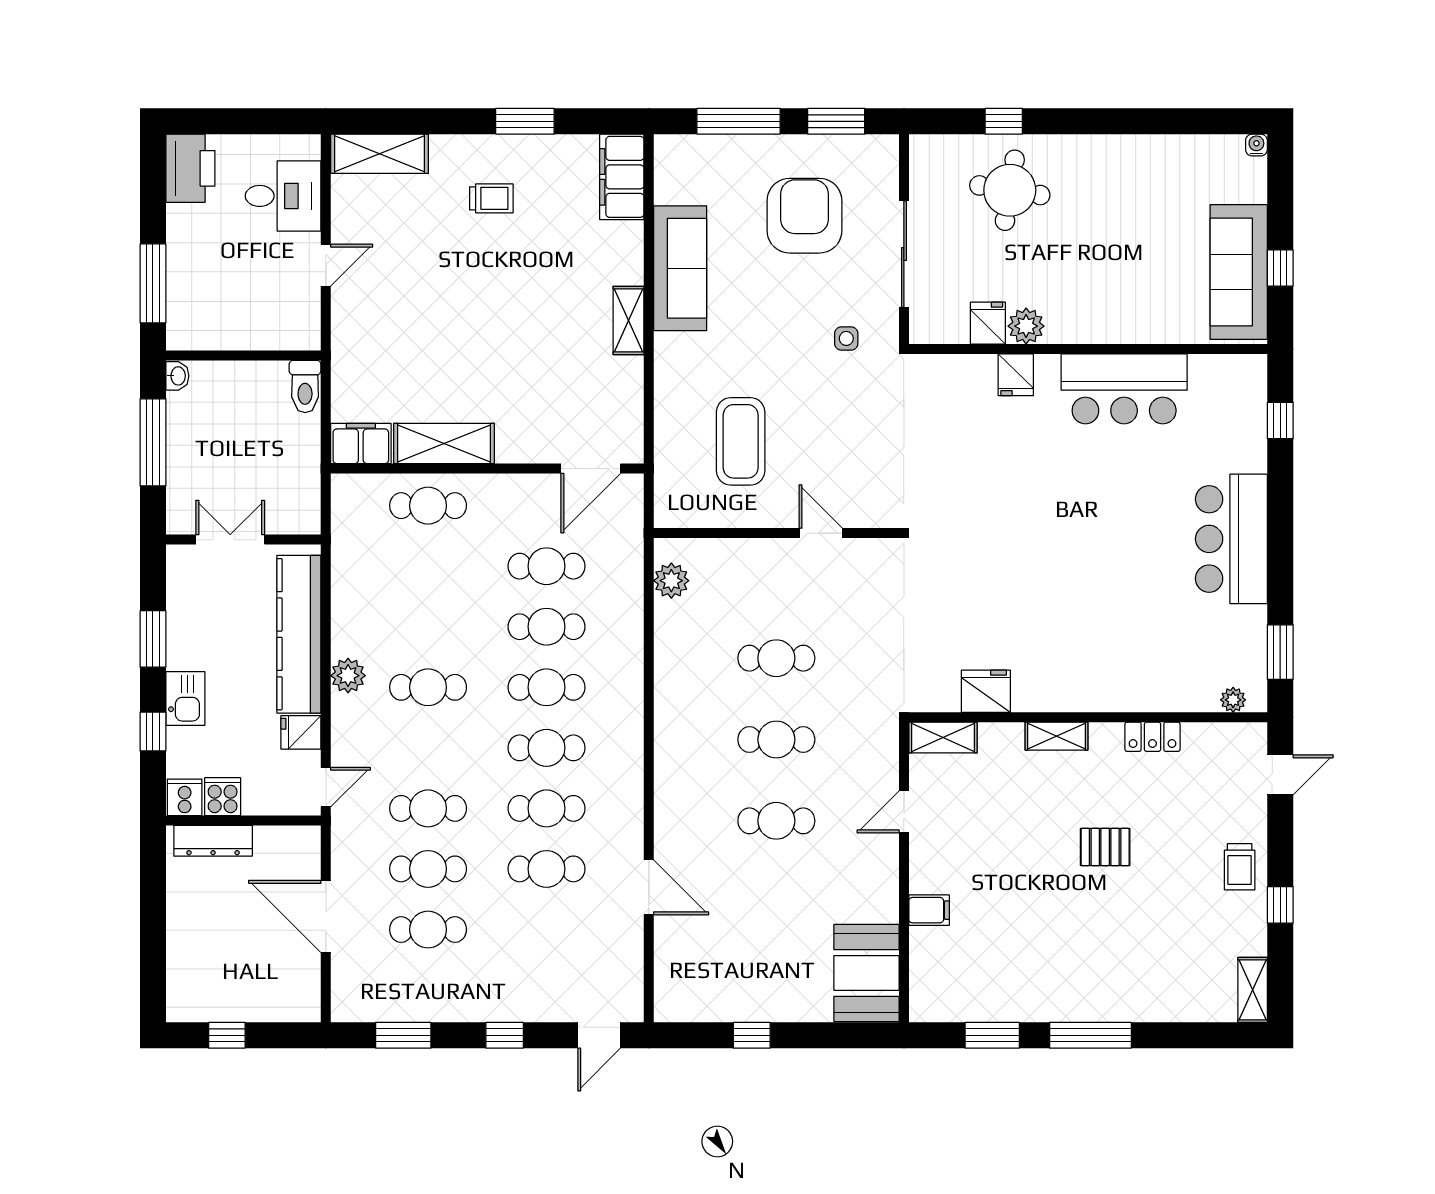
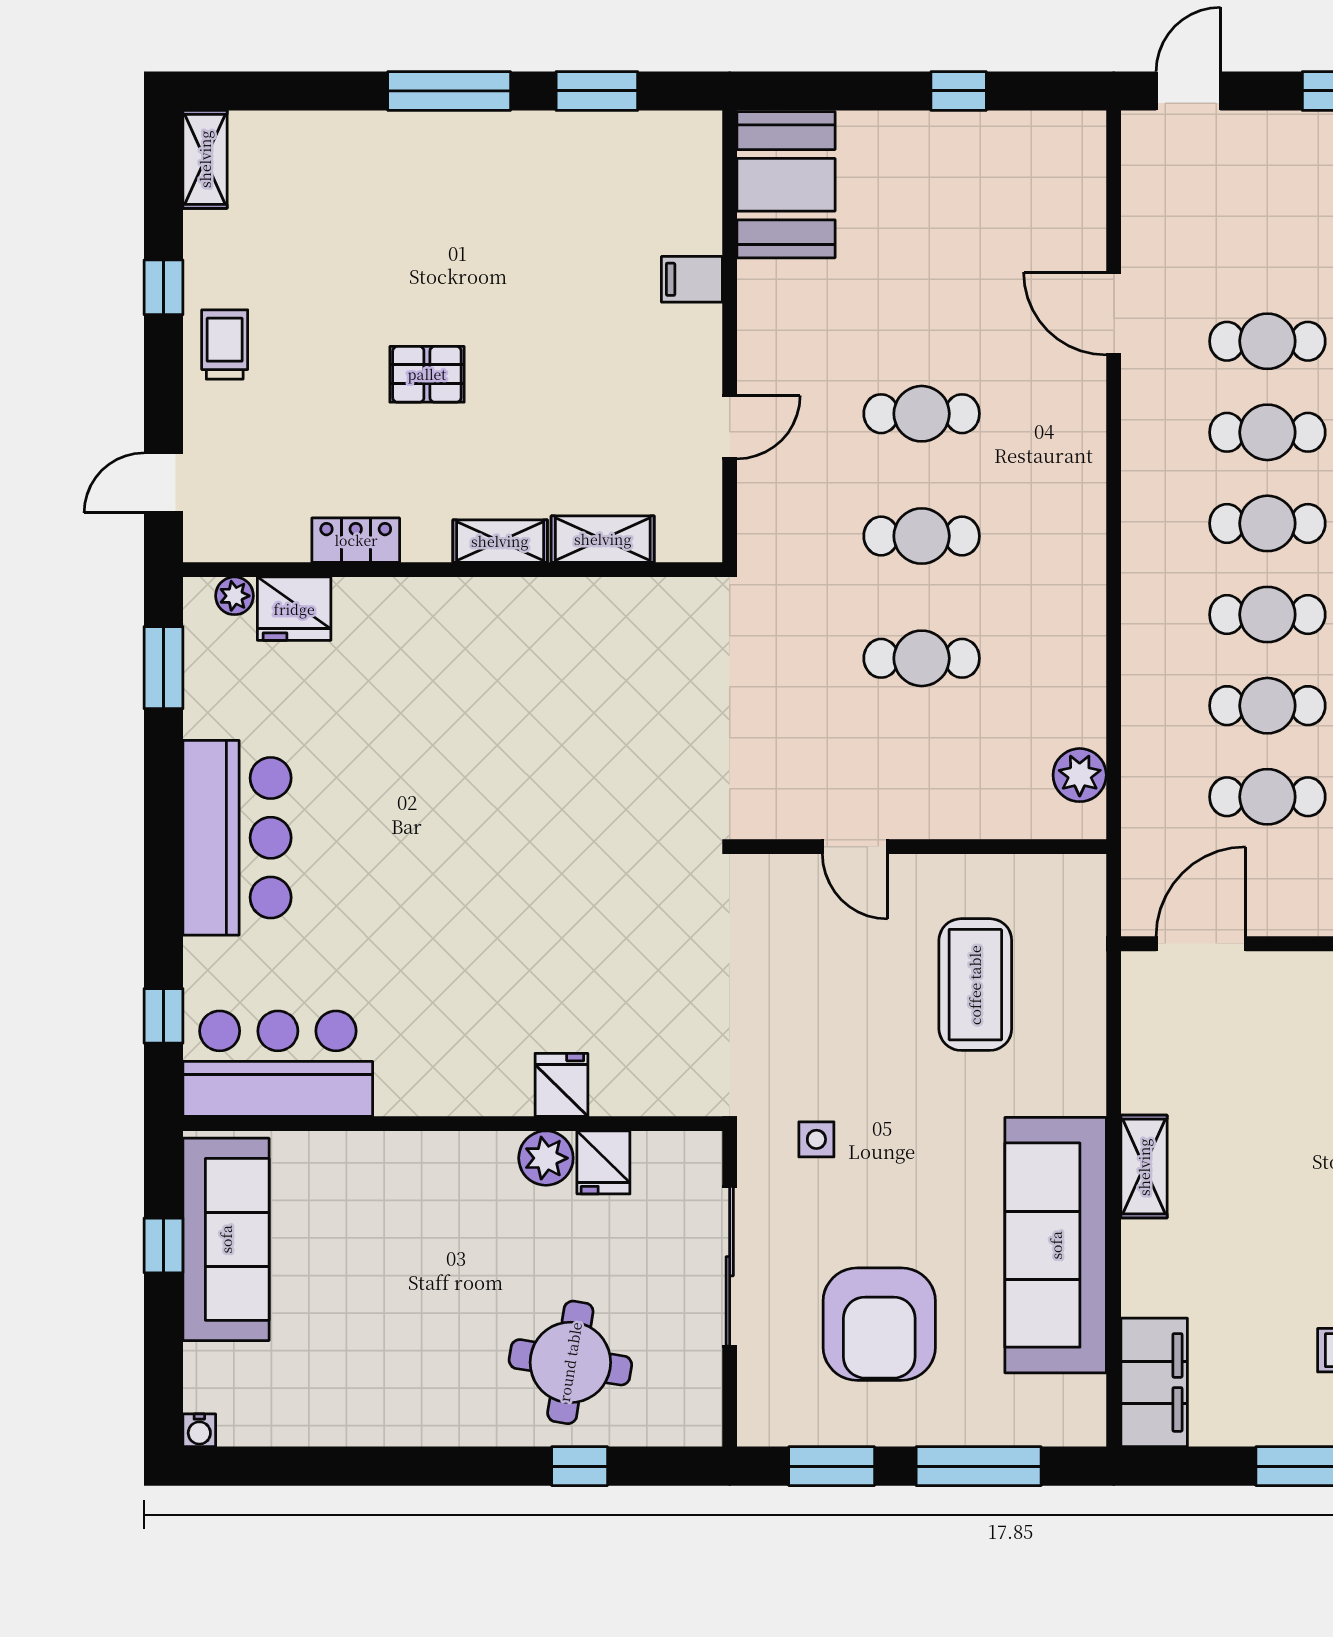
sofa: (680, 268) -> (1056, 1245), width x1.36, depth x1.27
bar counter: (1124, 389) -> (278, 1064), moved
fridge: (986, 691) -> (294, 609), moved
shelving: (943, 737) -> (603, 539), moved

